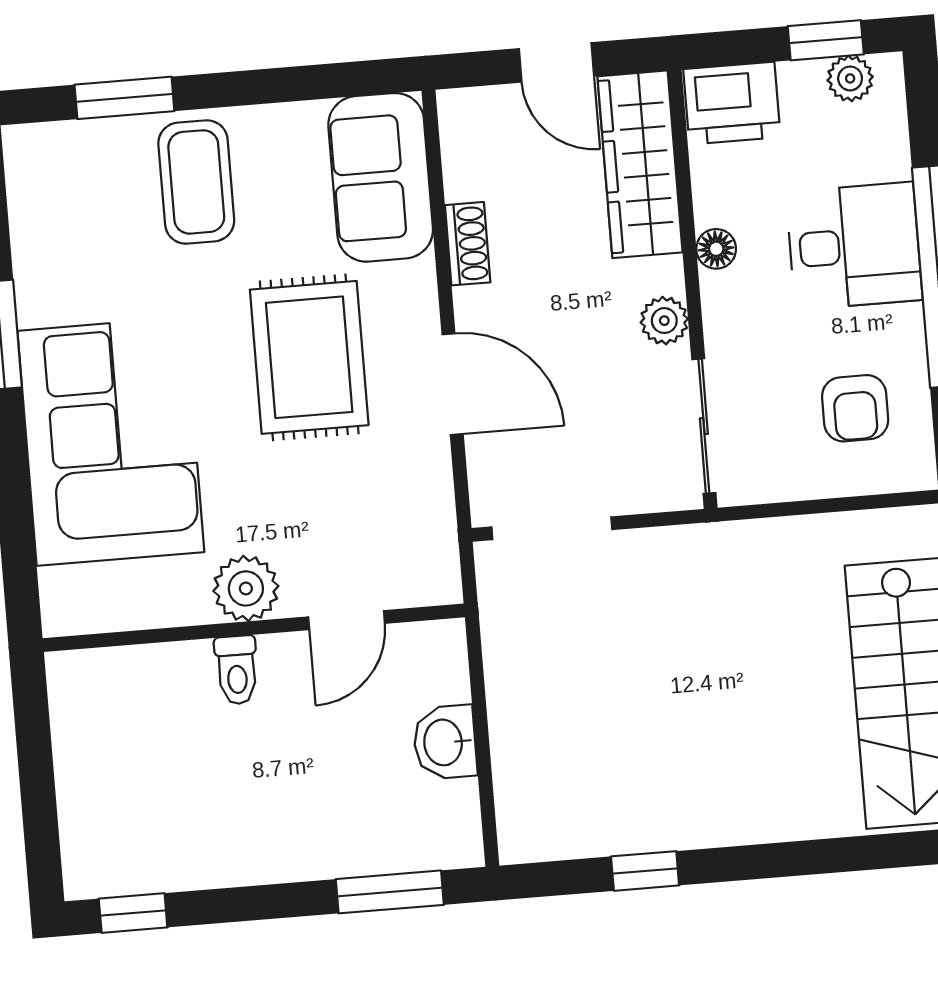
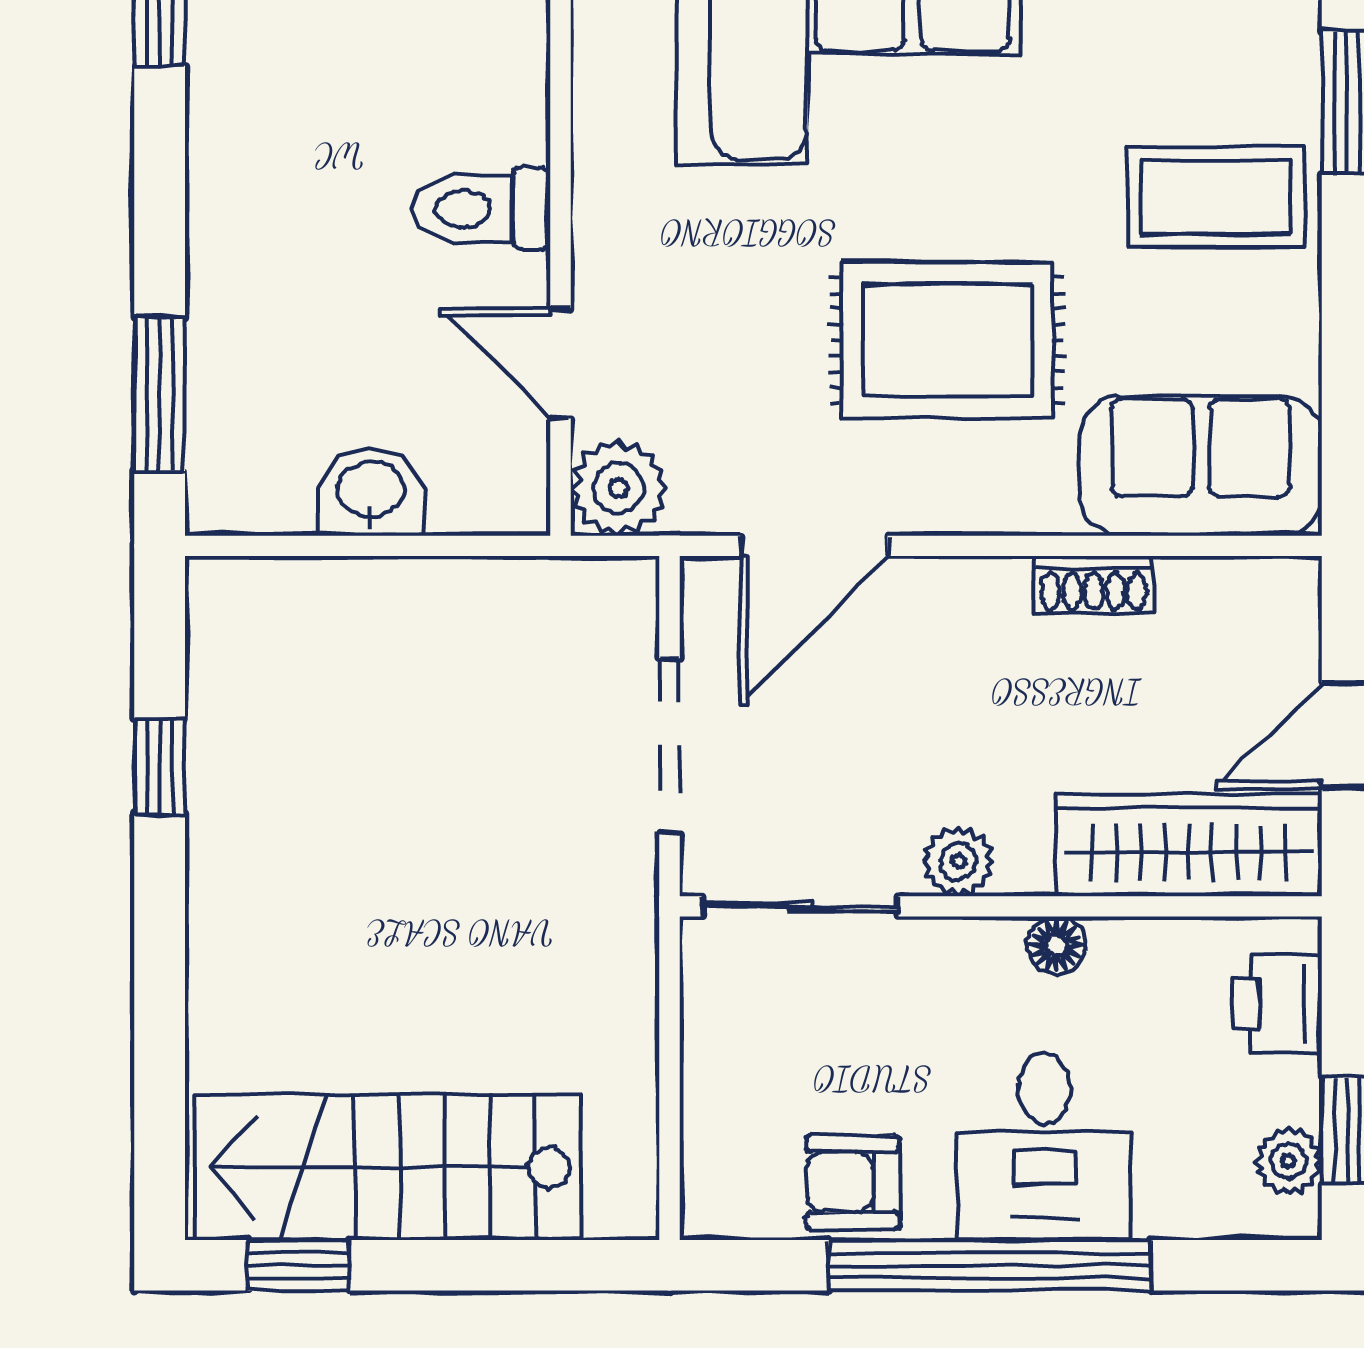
printer: (732, 103) -> (1277, 1004), width x0.73, depth x0.81
door: (453, 384) -> (814, 546), moved
armchair: (855, 408) -> (853, 1182), moved
doorway: (552, 528) -> (669, 746), moved
plant: (246, 588) -> (618, 488), moved
toilet: (237, 670) -> (482, 209), width x1.37, depth x1.39

